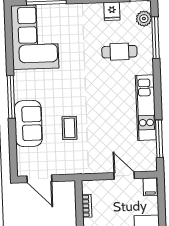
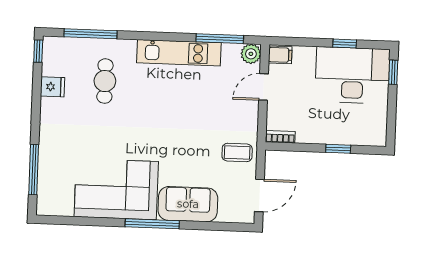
plant: (144, 19) -> (251, 54), moved
corner sofa: (35, 37) -> (116, 189), moved
coffee table: (70, 128) -> (237, 152), moved
bookcase: (87, 206) -> (280, 137), moved

